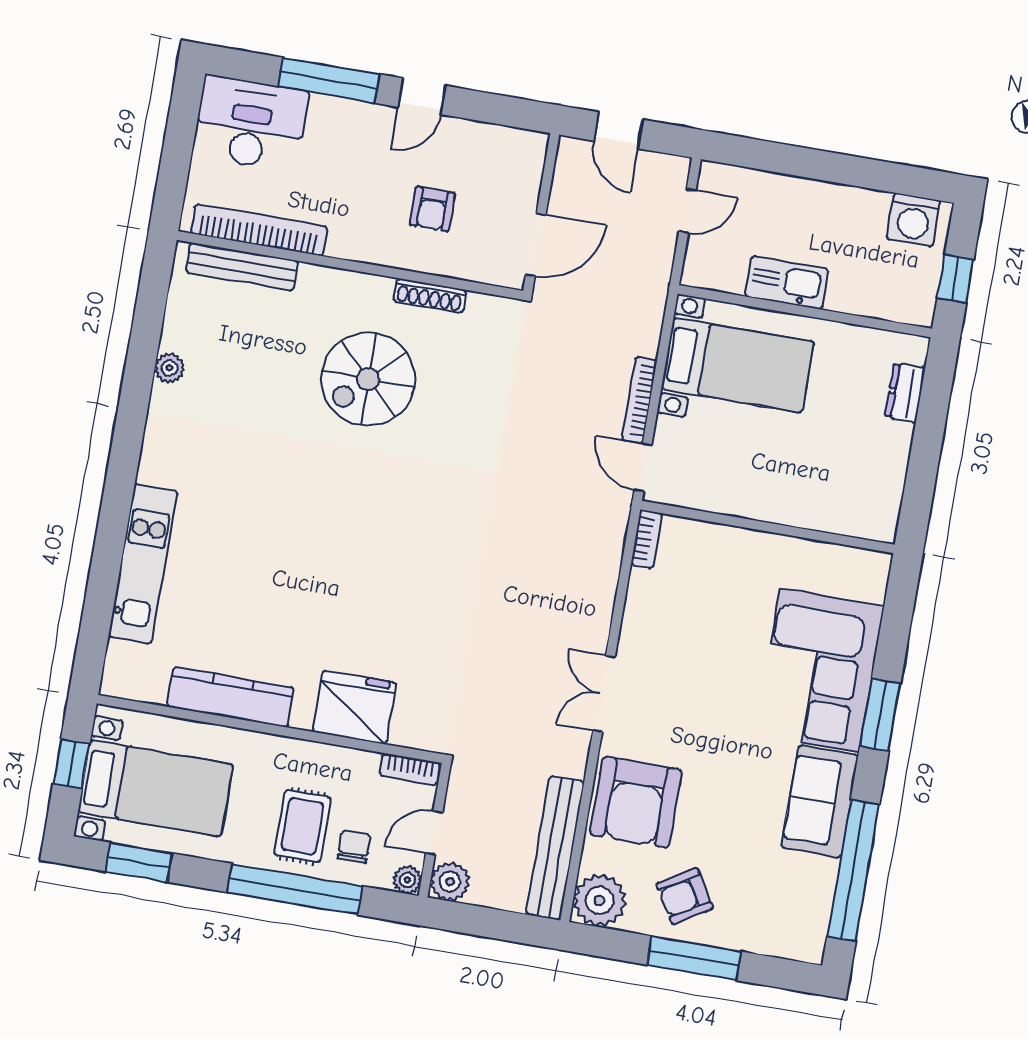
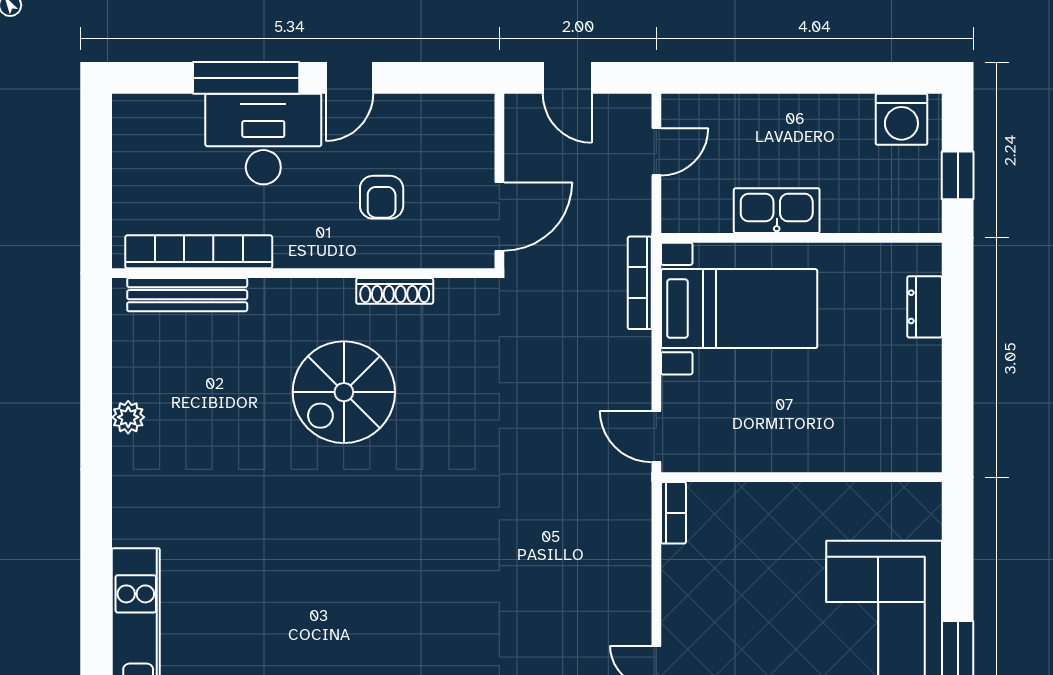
desk: (250, 124) -> (263, 139), moved
bookcase: (639, 400) -> (640, 283), moved

